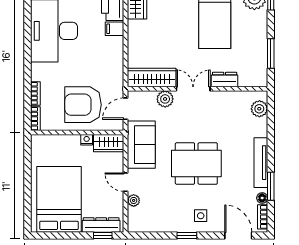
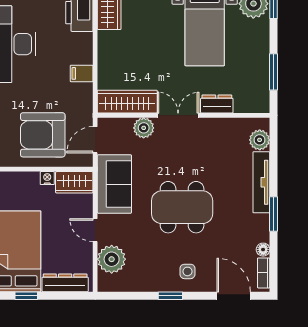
filing cabinet: (115, 29) -> (82, 73), moved
tv unit: (261, 163) -> (261, 182), moved
window: (271, 186) -> (274, 214), moved
plant: (134, 200) -> (112, 259), width x1.88, depth x1.88
window: (103, 235) -> (26, 296), moved

